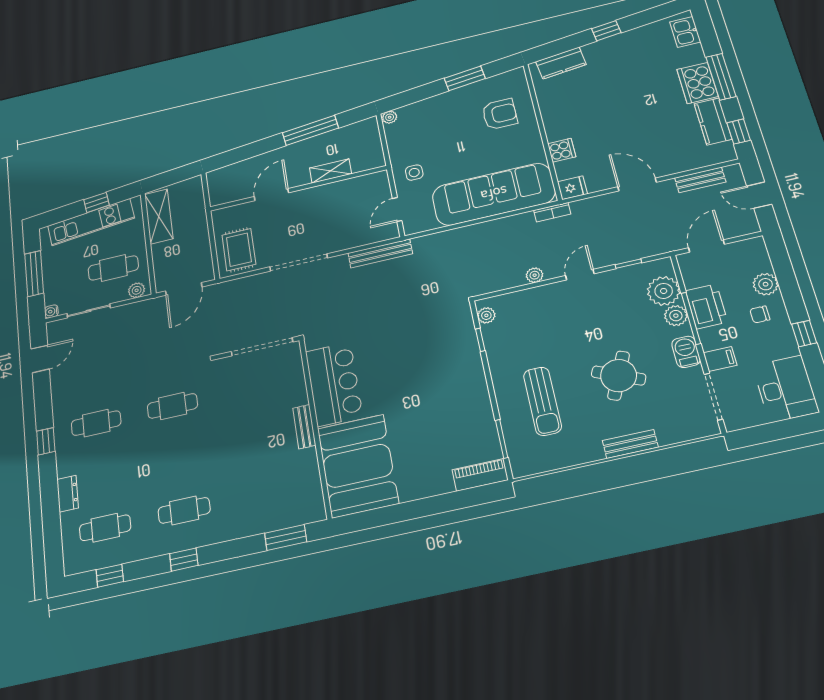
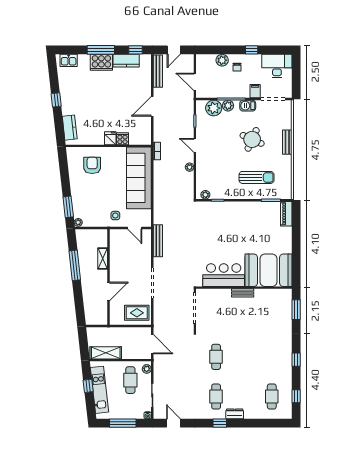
window: (465, 78) -> (68, 207), moved
bench: (700, 180) -> (158, 71), width x1.36
fridge: (572, 188) -> (110, 138), moved
door: (271, 195) -> (109, 291), swing flipped
printer: (706, 306) -> (227, 90), removed
dresser: (68, 494) -> (235, 414), moved
cafe table: (184, 510) -> (272, 357), removed

